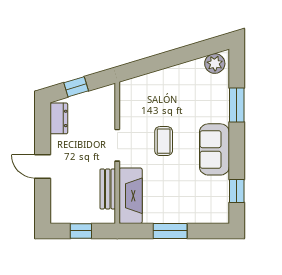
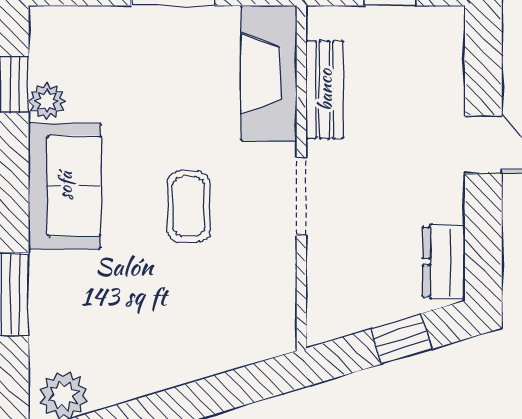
plant: (222, 184) -> (47, 101), added

